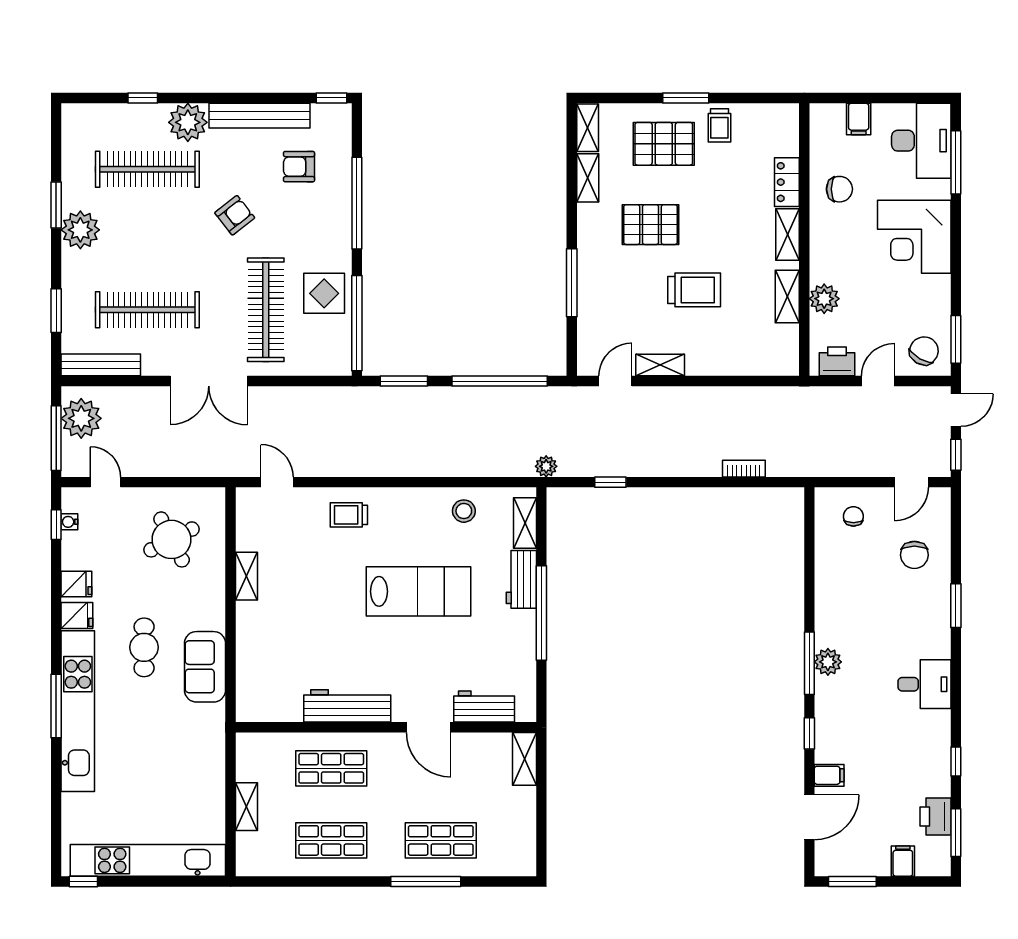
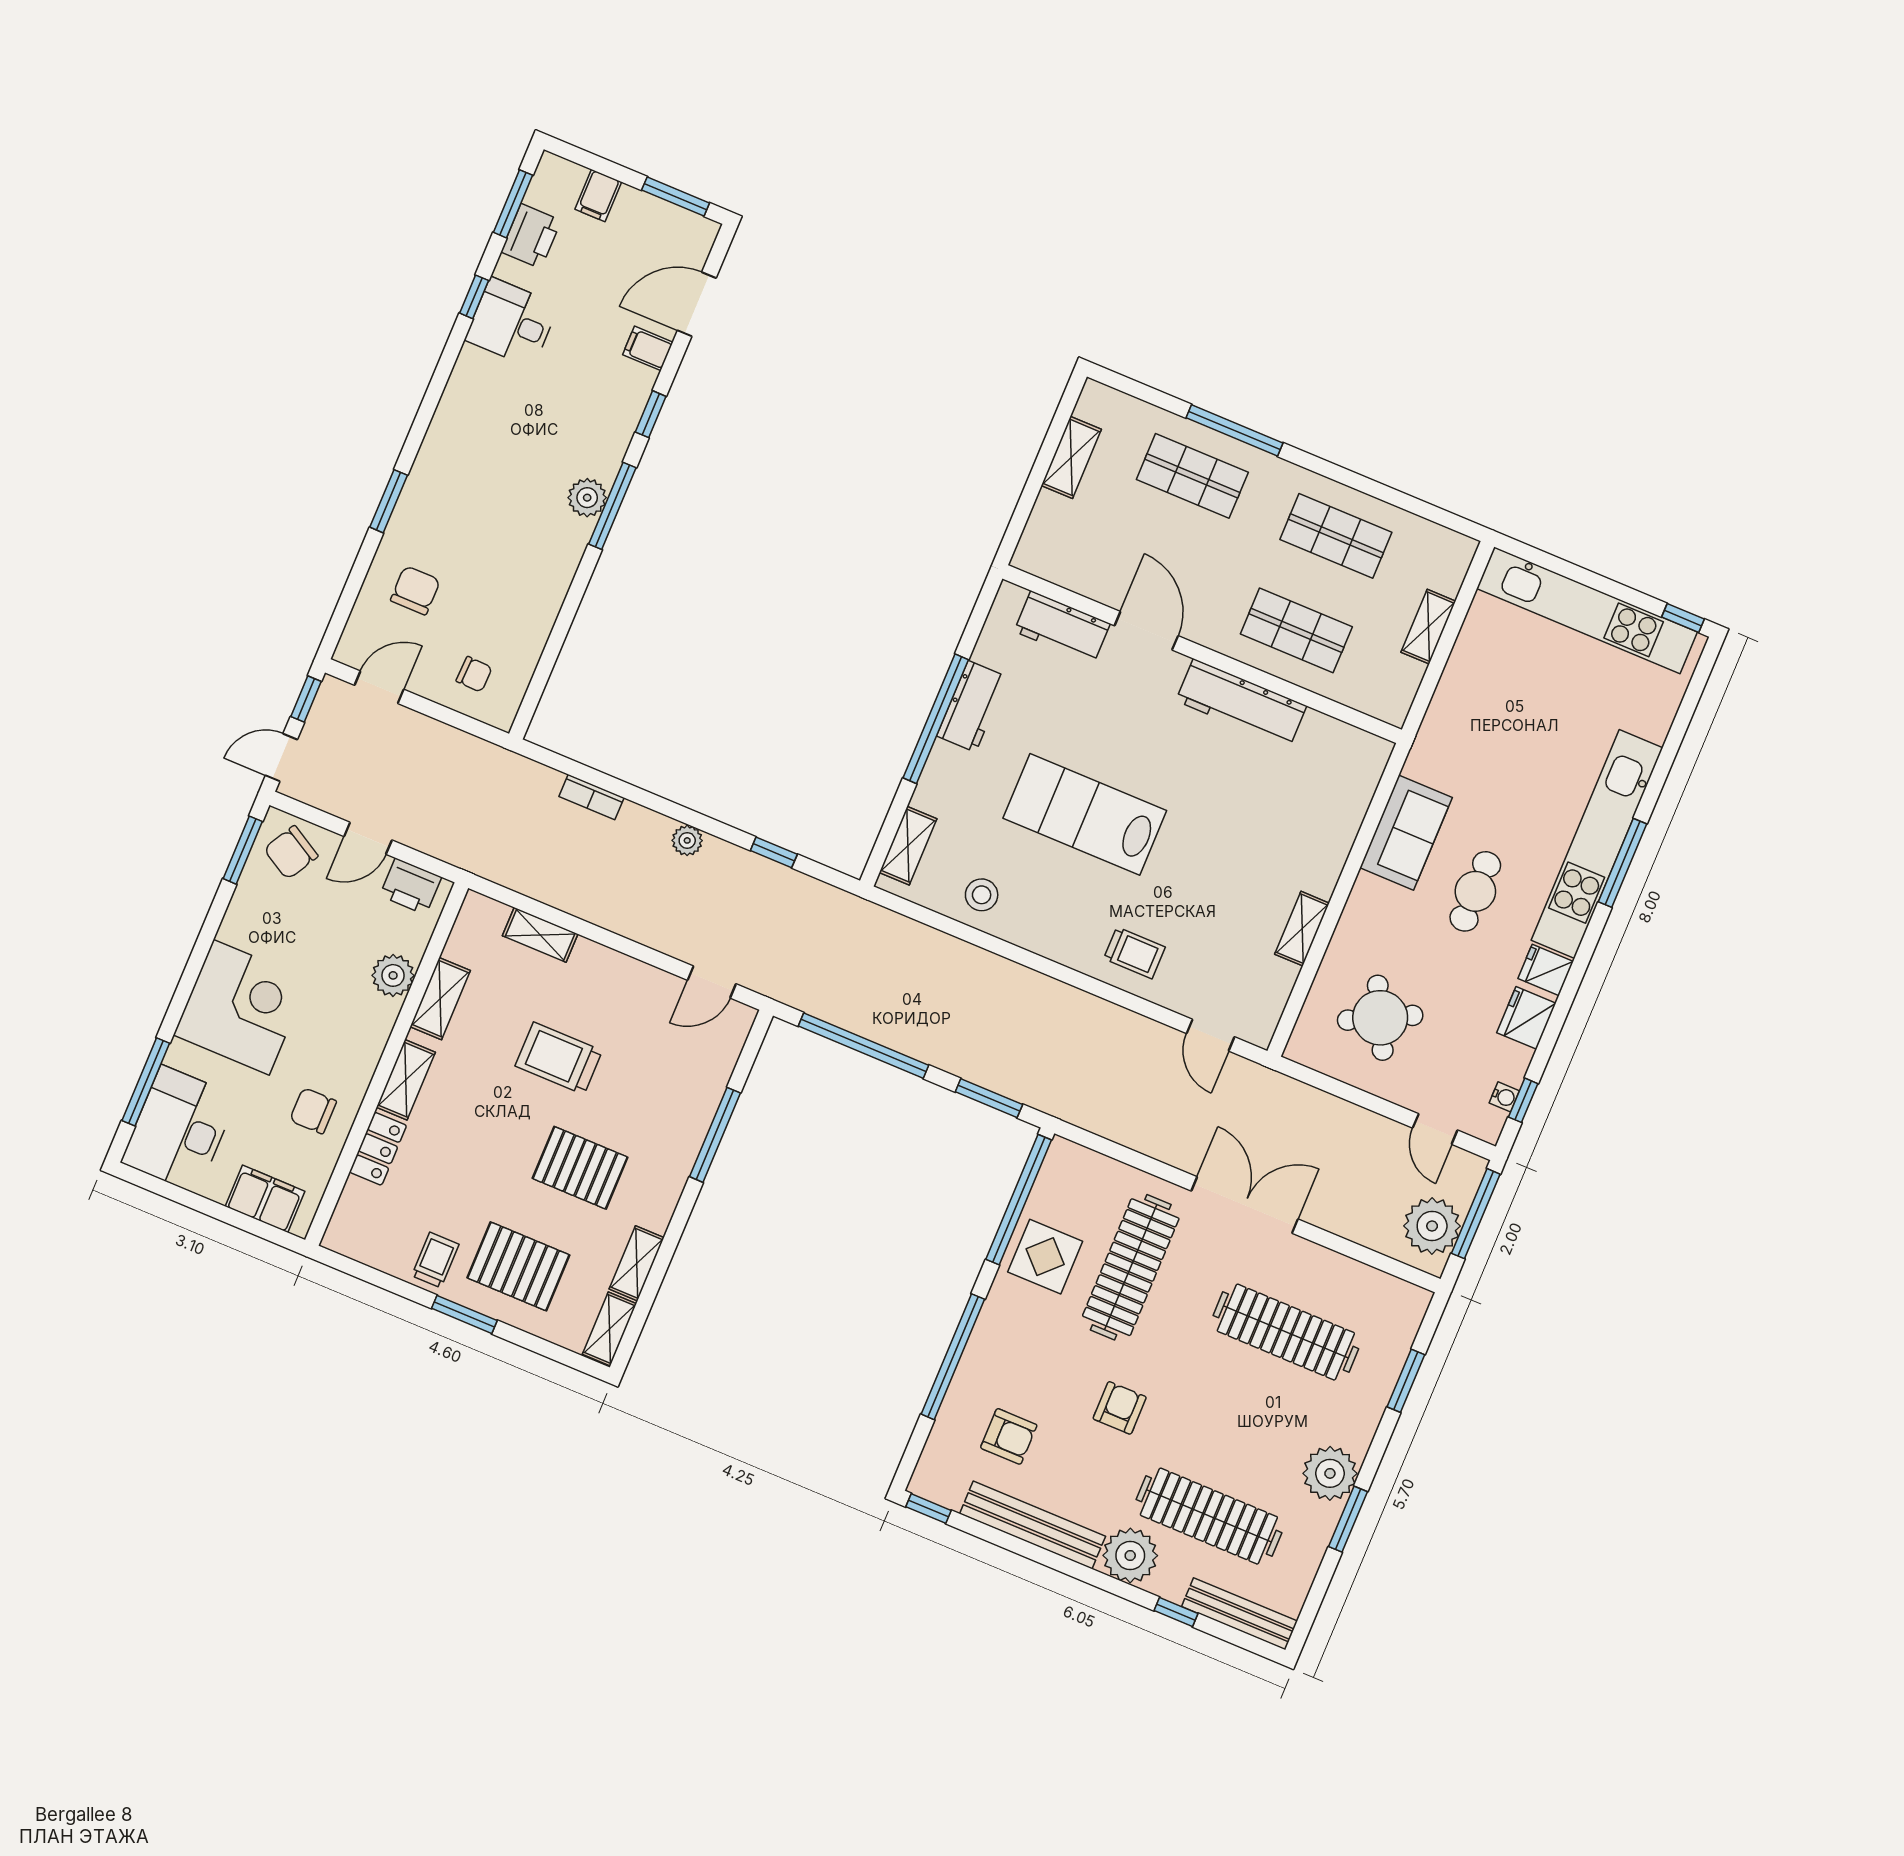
filing cabinet: (859, 119) -> (265, 1199), width x2.00
armchair: (235, 215) -> (1120, 1408), turned 128
bench: (101, 365) -> (1240, 1614), moved
shelving: (660, 365) -> (540, 935), moved
plant: (546, 466) -> (687, 840), moved
chair: (853, 516) -> (474, 674), turned -88
workbench: (521, 579) -> (972, 706), moved
fridge: (76, 584) -> (1526, 1018), width x1.38
desk: (924, 684) -> (512, 323), moved
shelving: (524, 759) -> (1071, 457), moved

